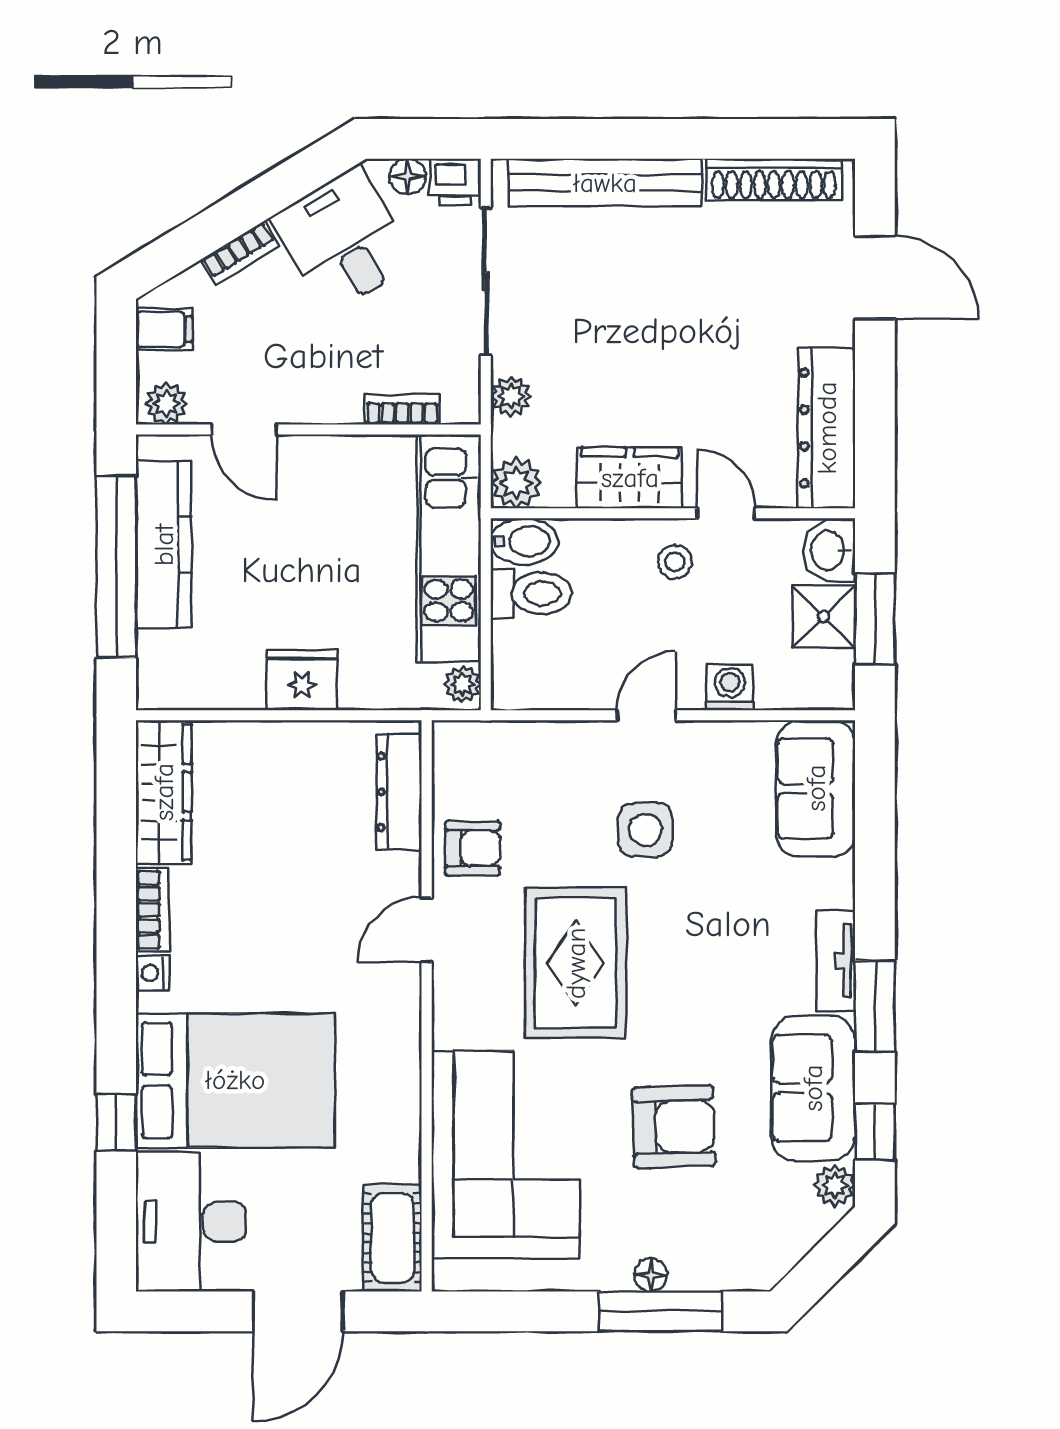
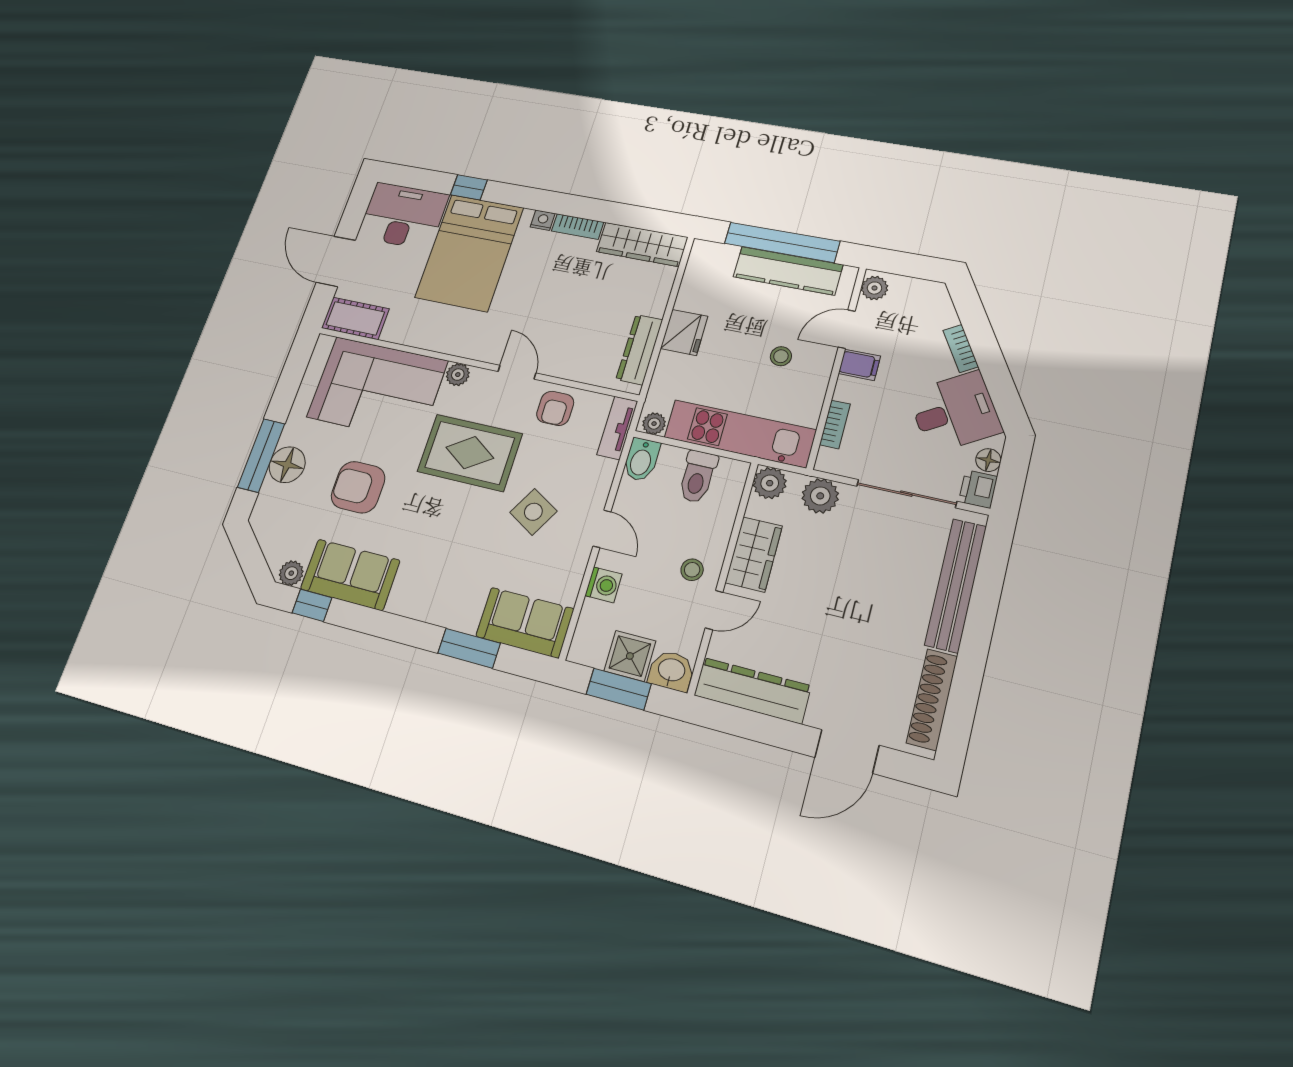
filing cabinet: (164, 329) -> (859, 365), moved, turned -90
plant: (511, 396) -> (820, 496), width x1.38, depth x1.38
stool: (310, 518) -> (781, 356), added
bidet: (524, 541) -> (641, 460), moved
dresser: (399, 792) -> (639, 350), moved, turned -90
side table: (645, 830) -> (533, 512), turned 30
tv unit: (836, 961) -> (617, 428), moved, turned -90
window: (875, 1006) -> (469, 648), moved
plant: (452, 1027) -> (458, 375), added
armchair: (674, 1127) -> (358, 487), turned 92
floor lamp: (651, 1275) -> (287, 465), width x1.89, depth x1.89

